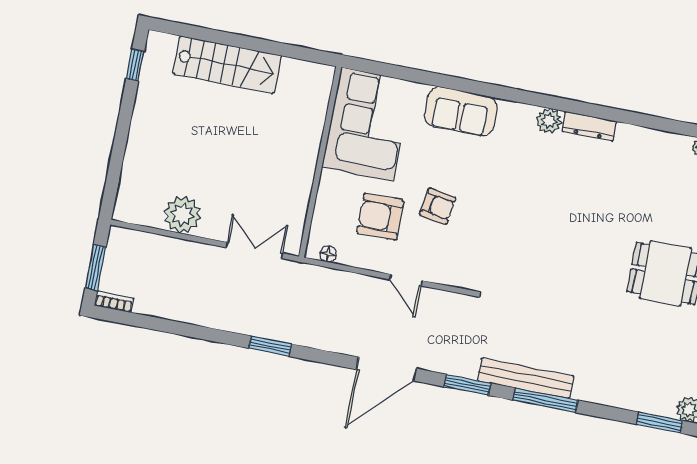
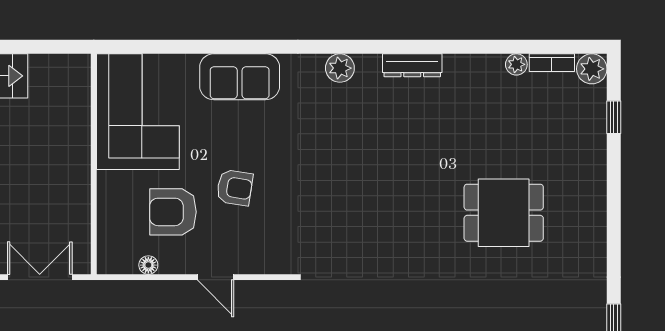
dresser: (589, 126) -> (412, 65), moved
floor lamp: (328, 254) -> (148, 265), moved

